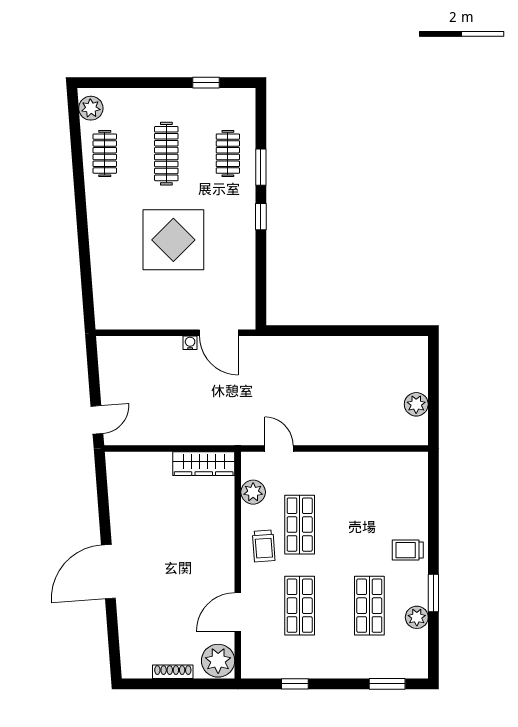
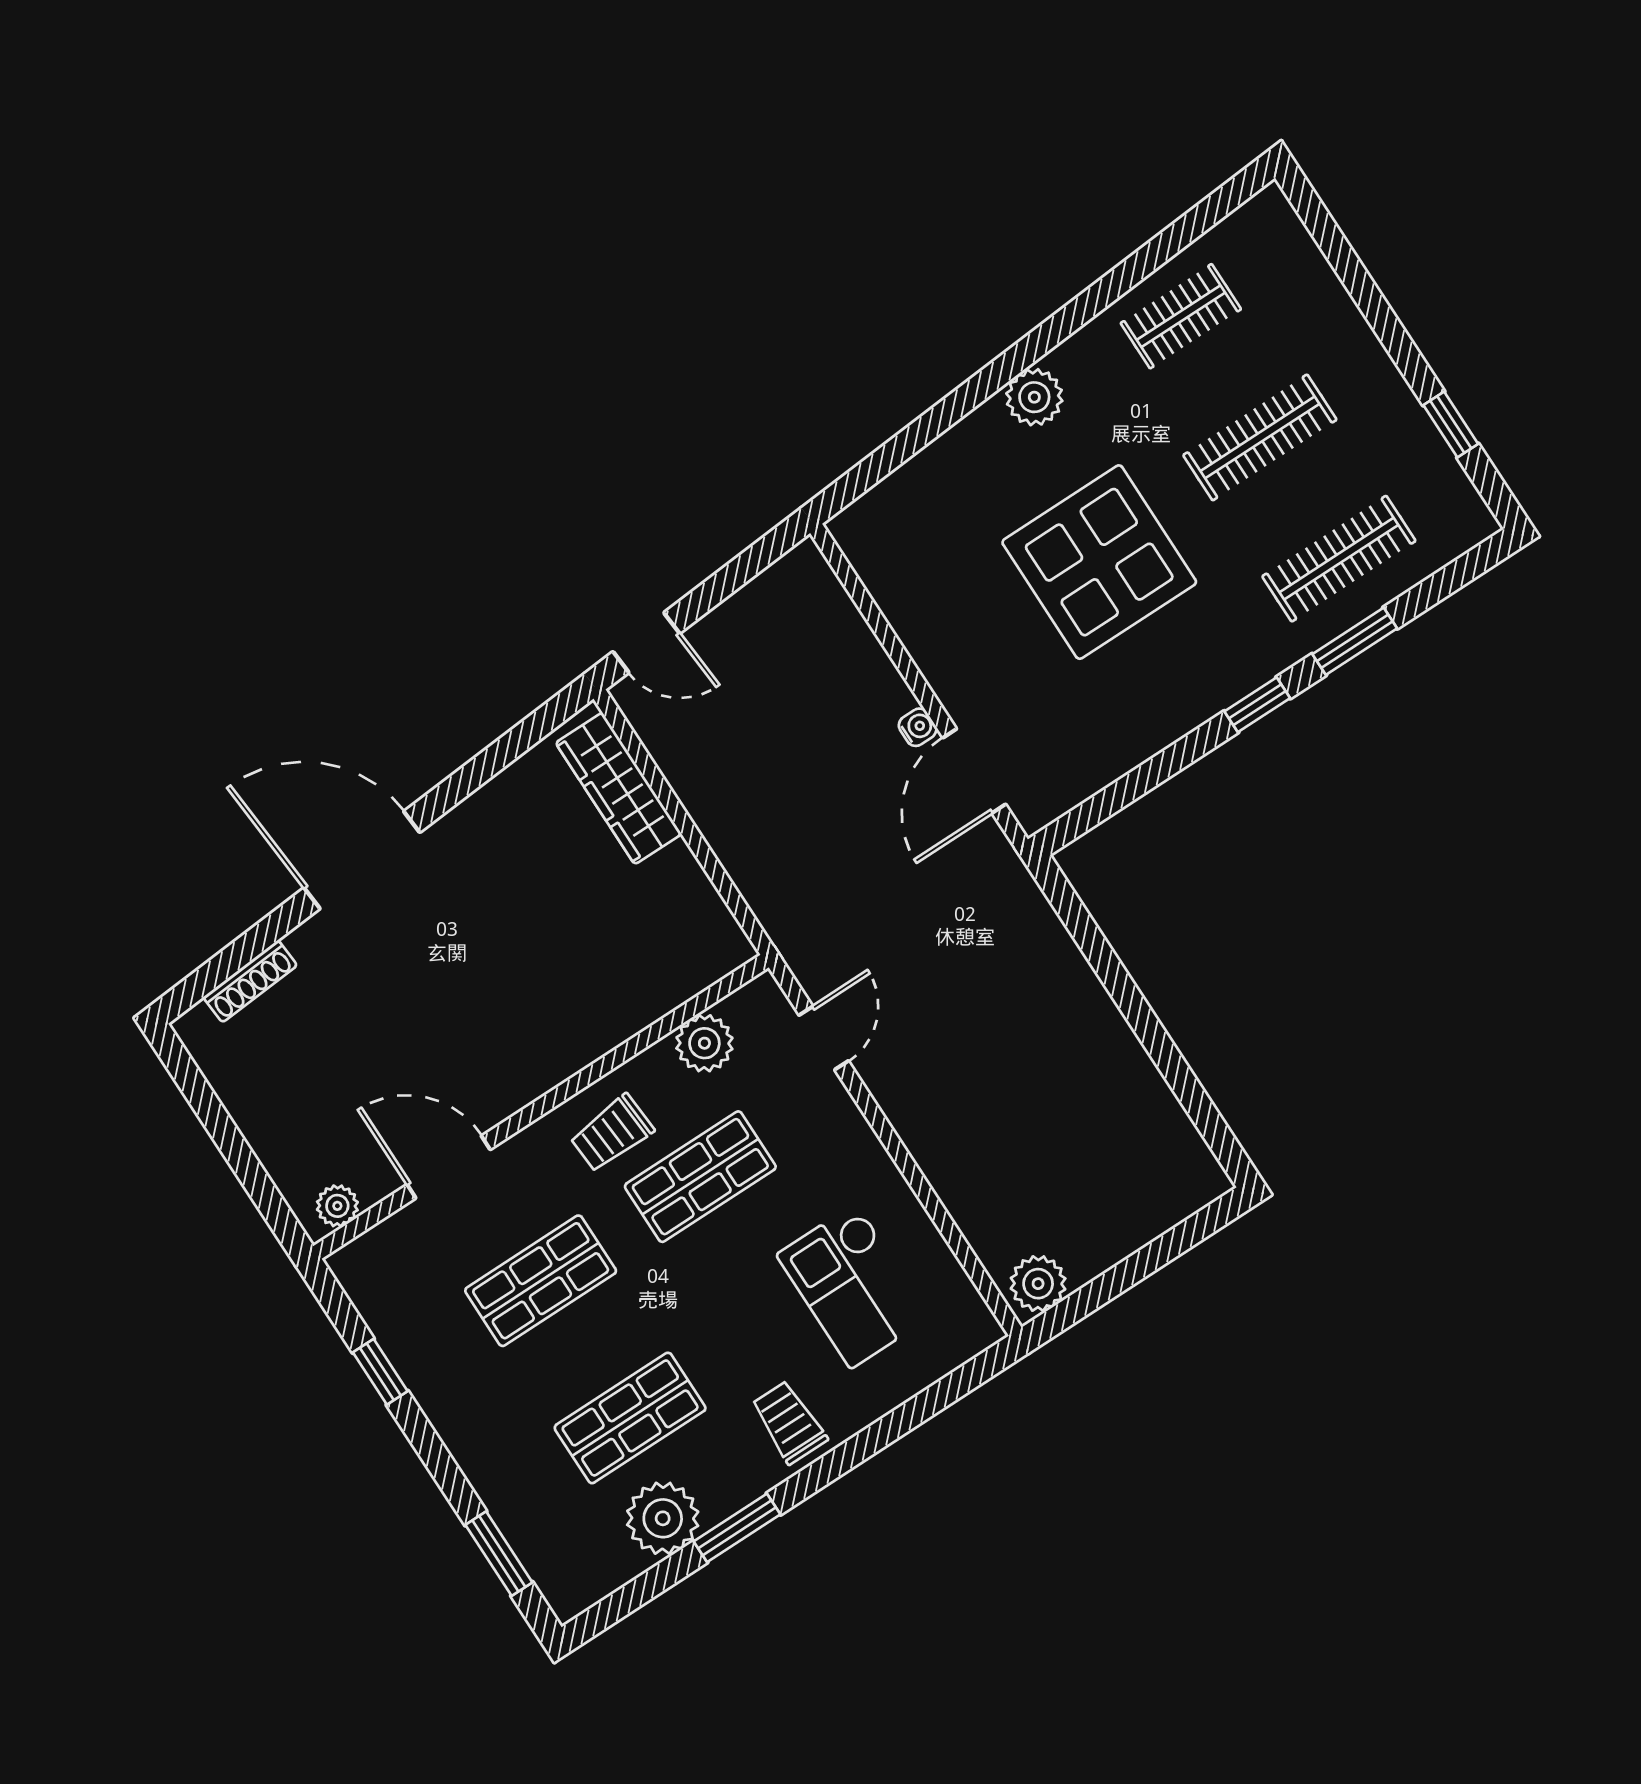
plant: (91, 108) -> (1034, 397), moved
clothes rail: (228, 154) -> (1339, 559), width x1.36
plant: (416, 404) -> (1038, 1284), moved
wardrobe: (204, 464) -> (619, 788), moved
checkout: (374, 495) -> (853, 1286), added
plant: (417, 617) -> (663, 1518), width x1.36, depth x1.36
plant: (218, 661) -> (337, 1206), width x0.53, depth x0.53
shoe rack: (173, 672) -> (250, 981), moved, turned 86

